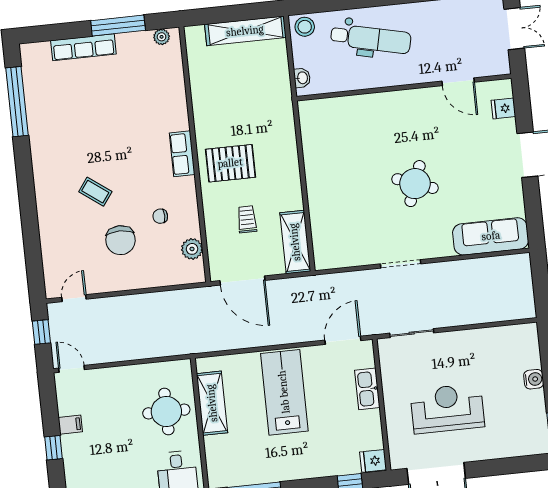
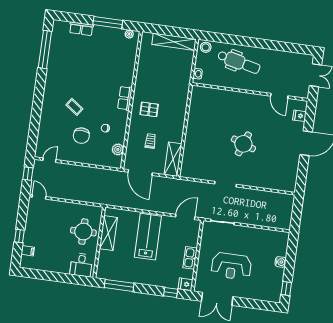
row of seats: (83, 47) -> (81, 29), width x0.68
pallet: (230, 163) -> (149, 109), width x0.67, depth x0.71
sofa: (491, 236) -> (276, 181), removed
kitchen sink: (367, 389) -> (190, 258), moved
reception desk: (447, 408) -> (231, 266), turned 180
filing cabinet: (70, 425) -> (28, 251), moved

